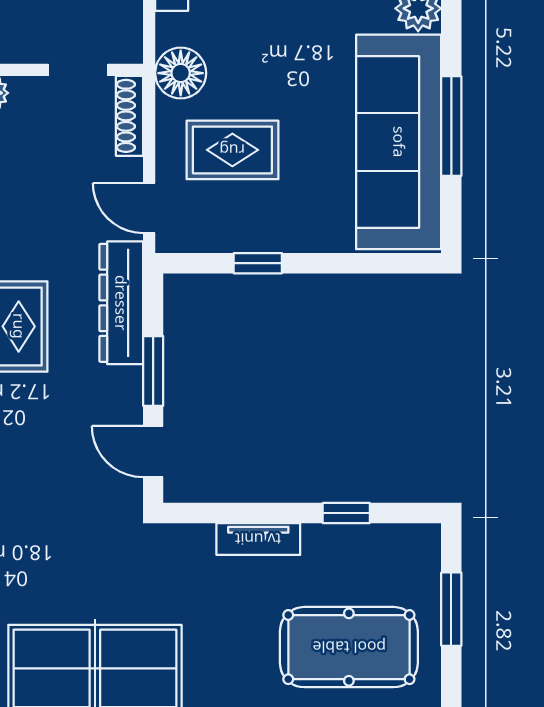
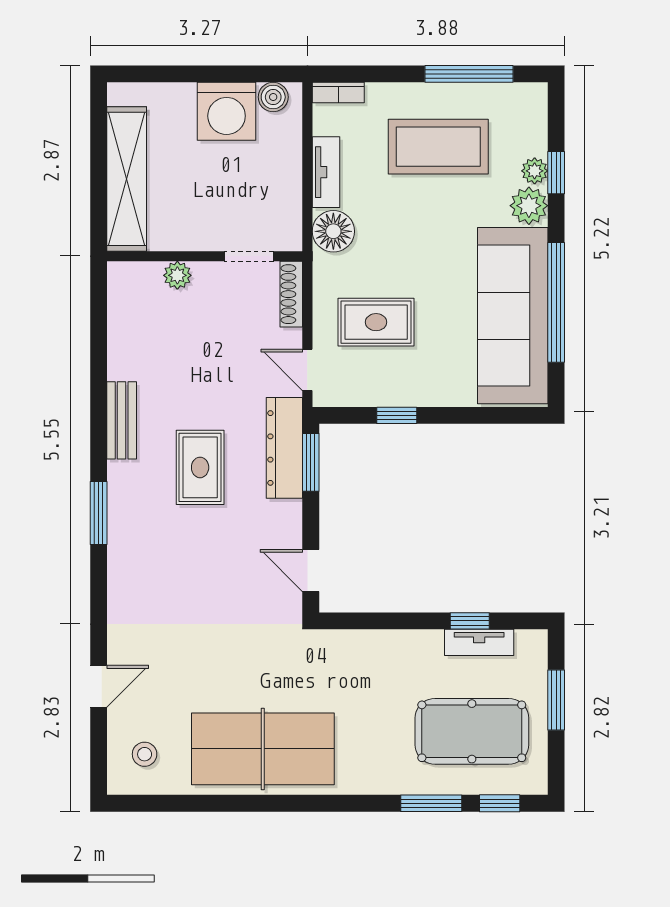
floor lamp: (181, 73) -> (333, 231), moved
window: (451, 126) -> (556, 302), width x1.46
window: (153, 371) -> (311, 462), moved
tv unit: (258, 539) -> (479, 642), moved

